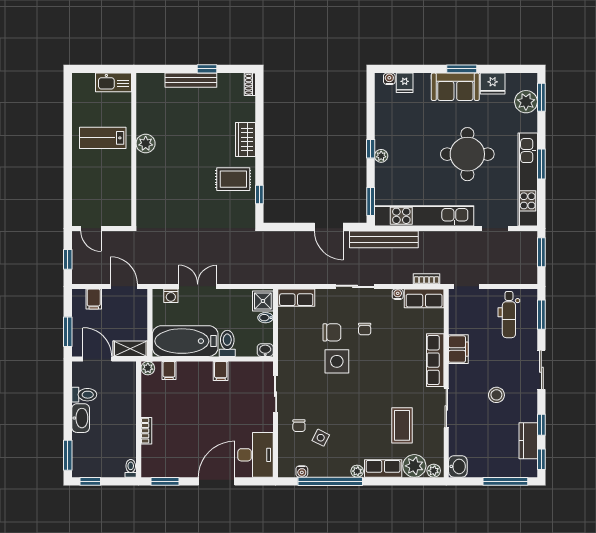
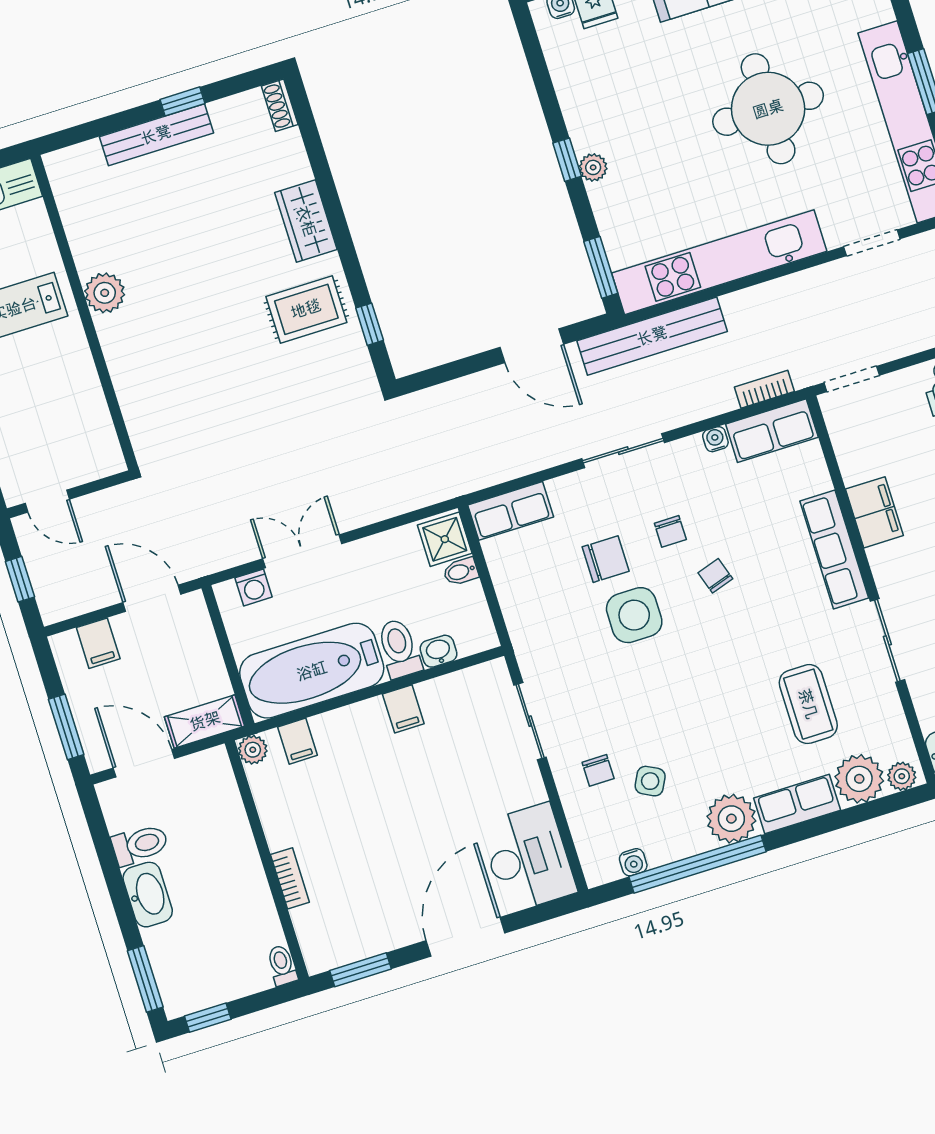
washbasin: (265, 350) -> (439, 651), moved
chair: (379, 355) -> (715, 576), added
plant: (357, 471) -> (731, 819), width x1.88, depth x1.88

